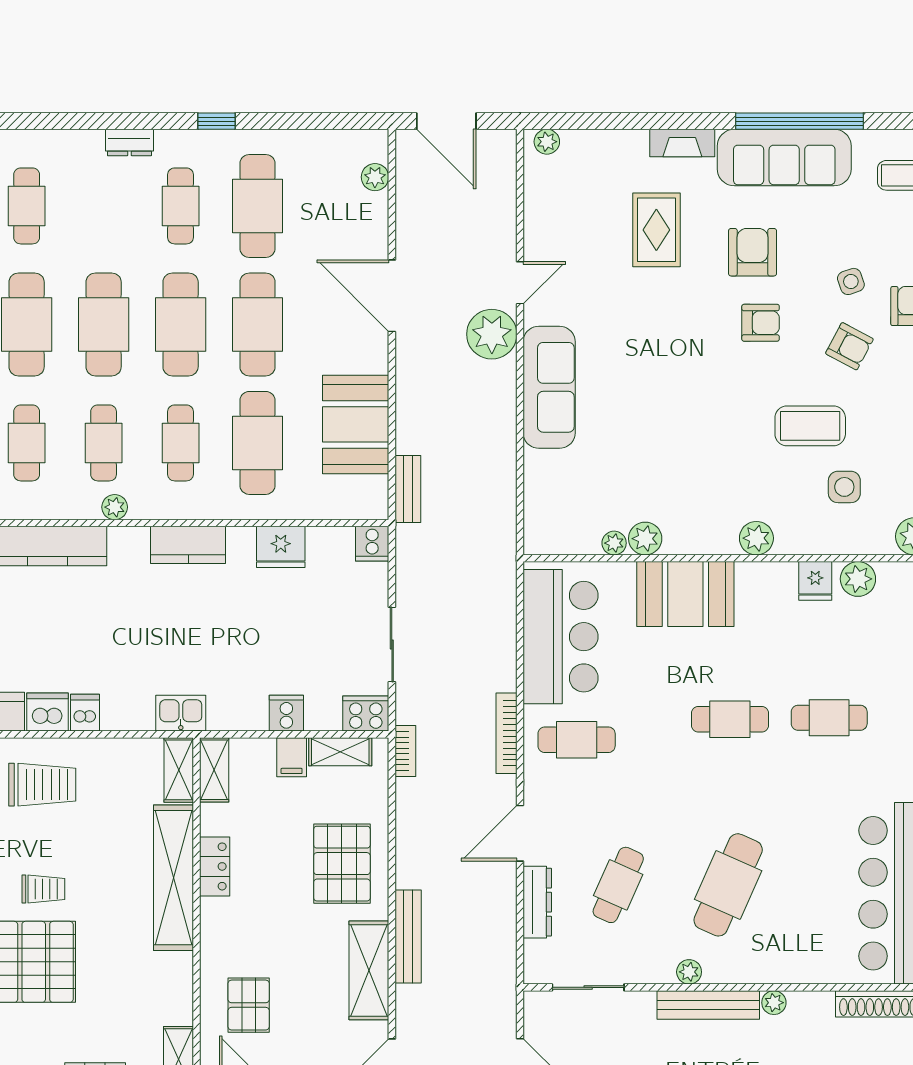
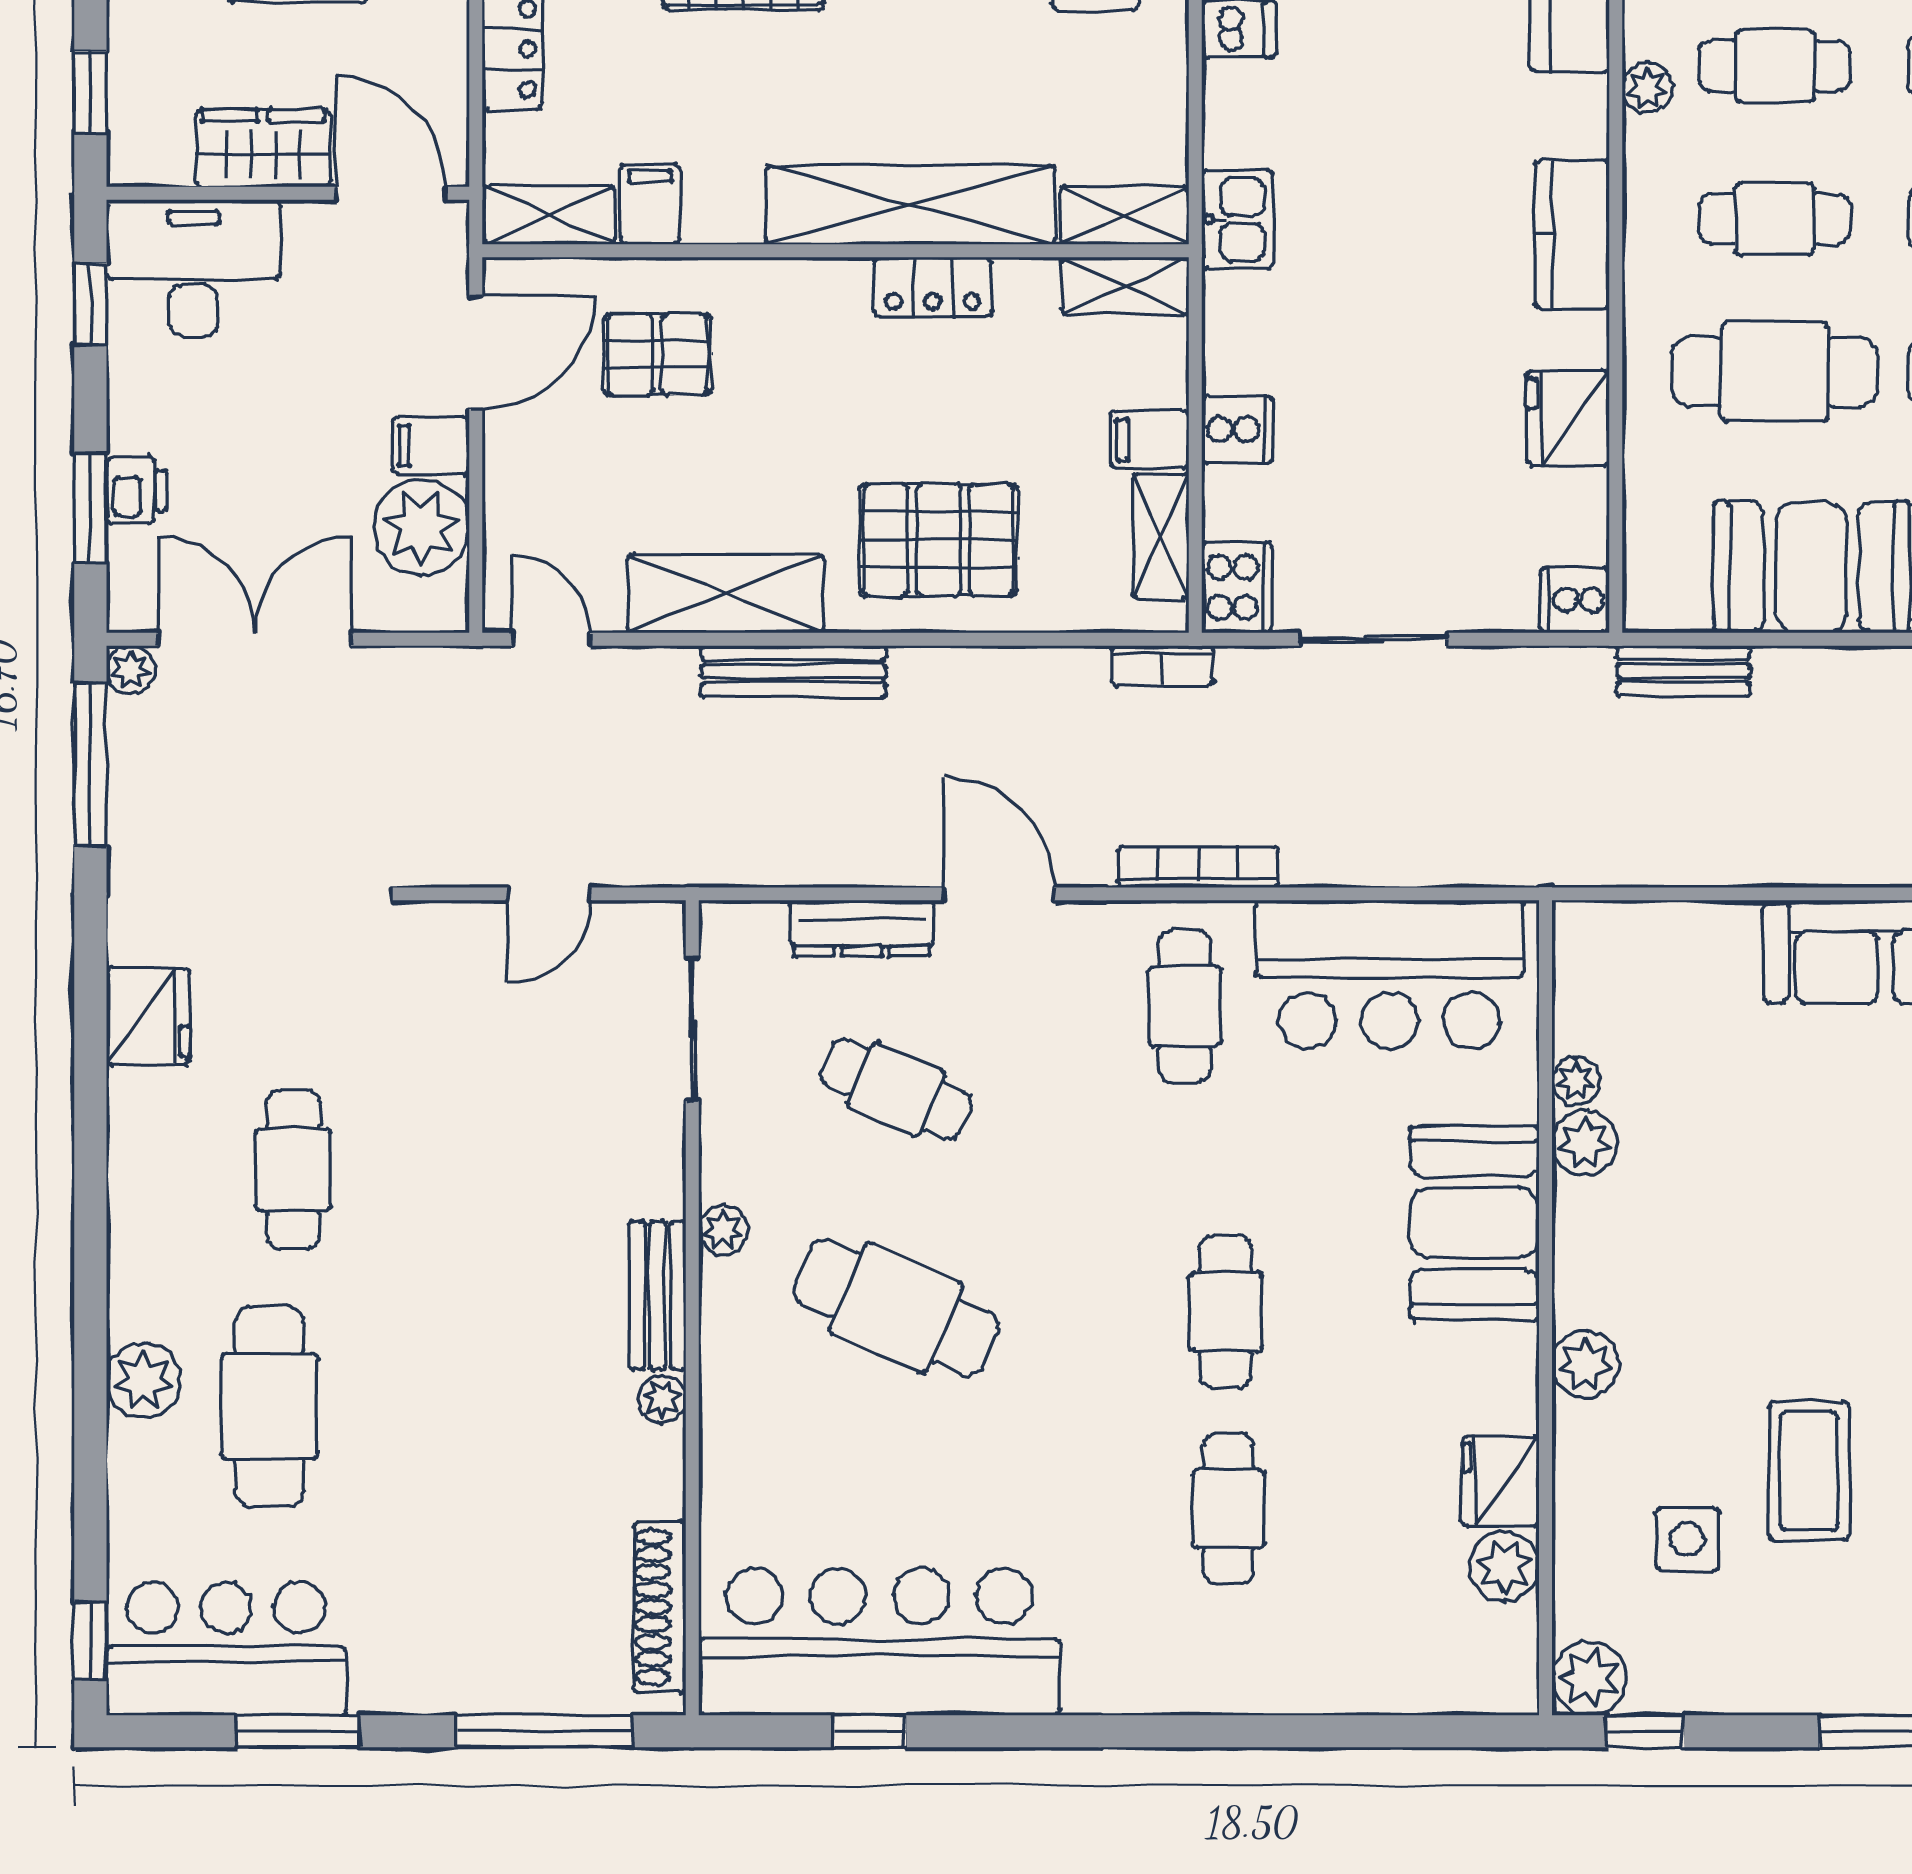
fridge: (815, 581) -> (1500, 1481), width x1.38
bench: (708, 1005) -> (657, 1295), width x0.73
filing cabinet: (173, 1009) -> (650, 204), added

